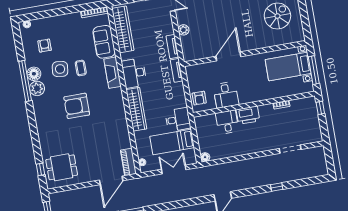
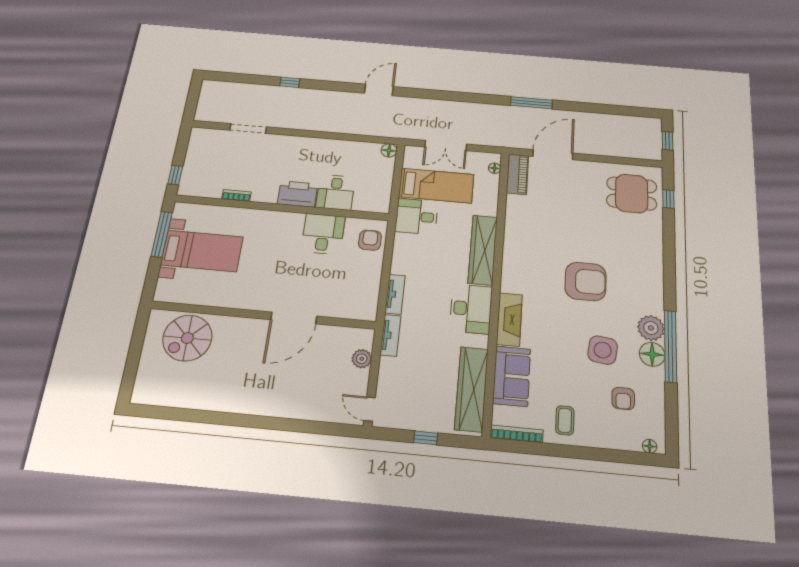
wall: (245, 54) -> (263, 315), moved
door: (228, 56) -> (294, 318), moved
coffee table: (81, 68) -> (565, 420), moved

